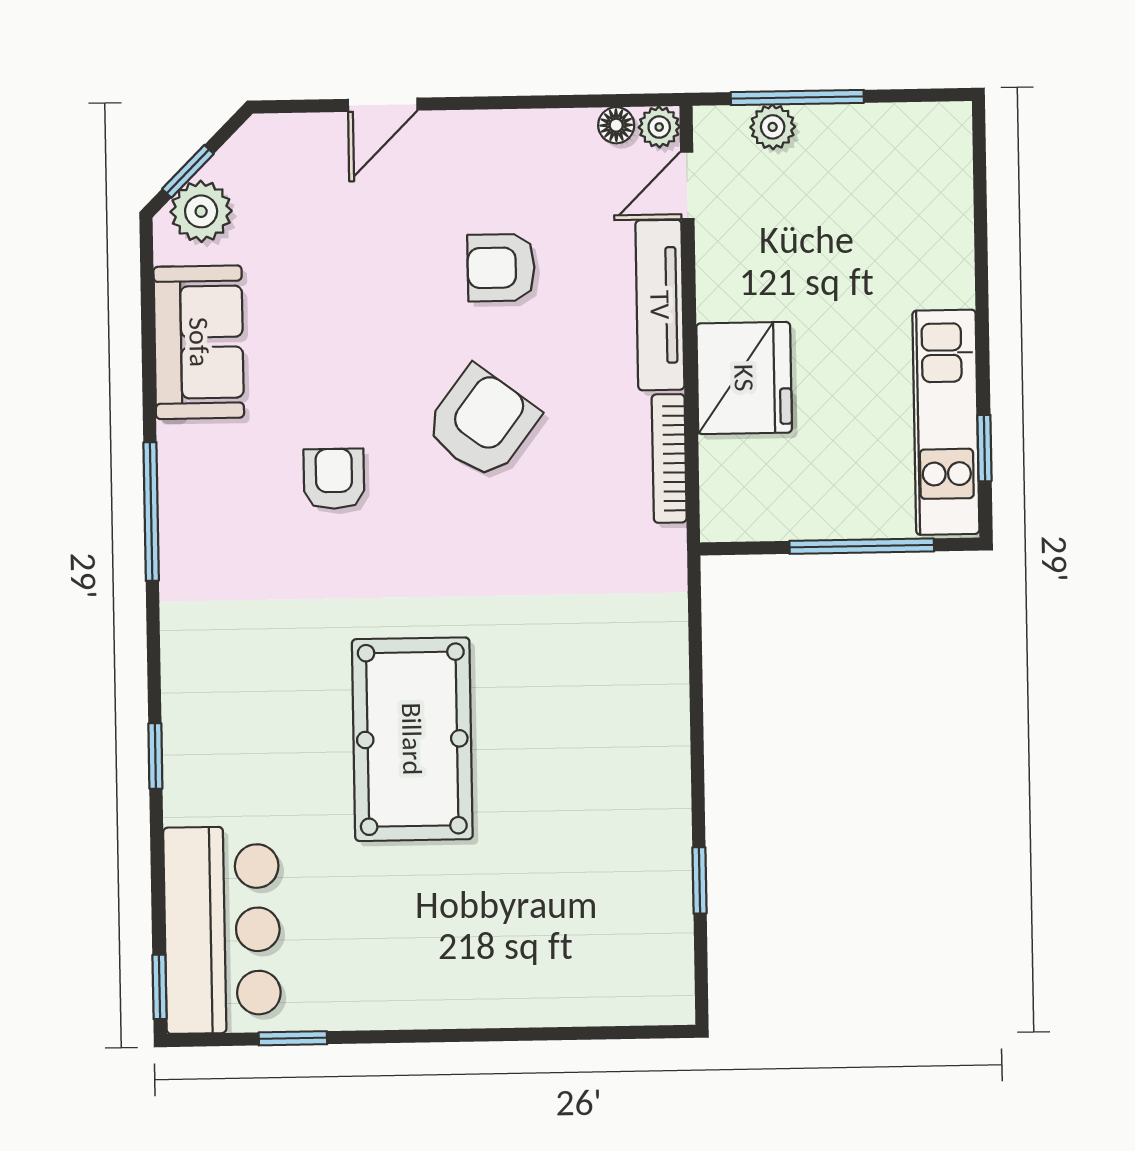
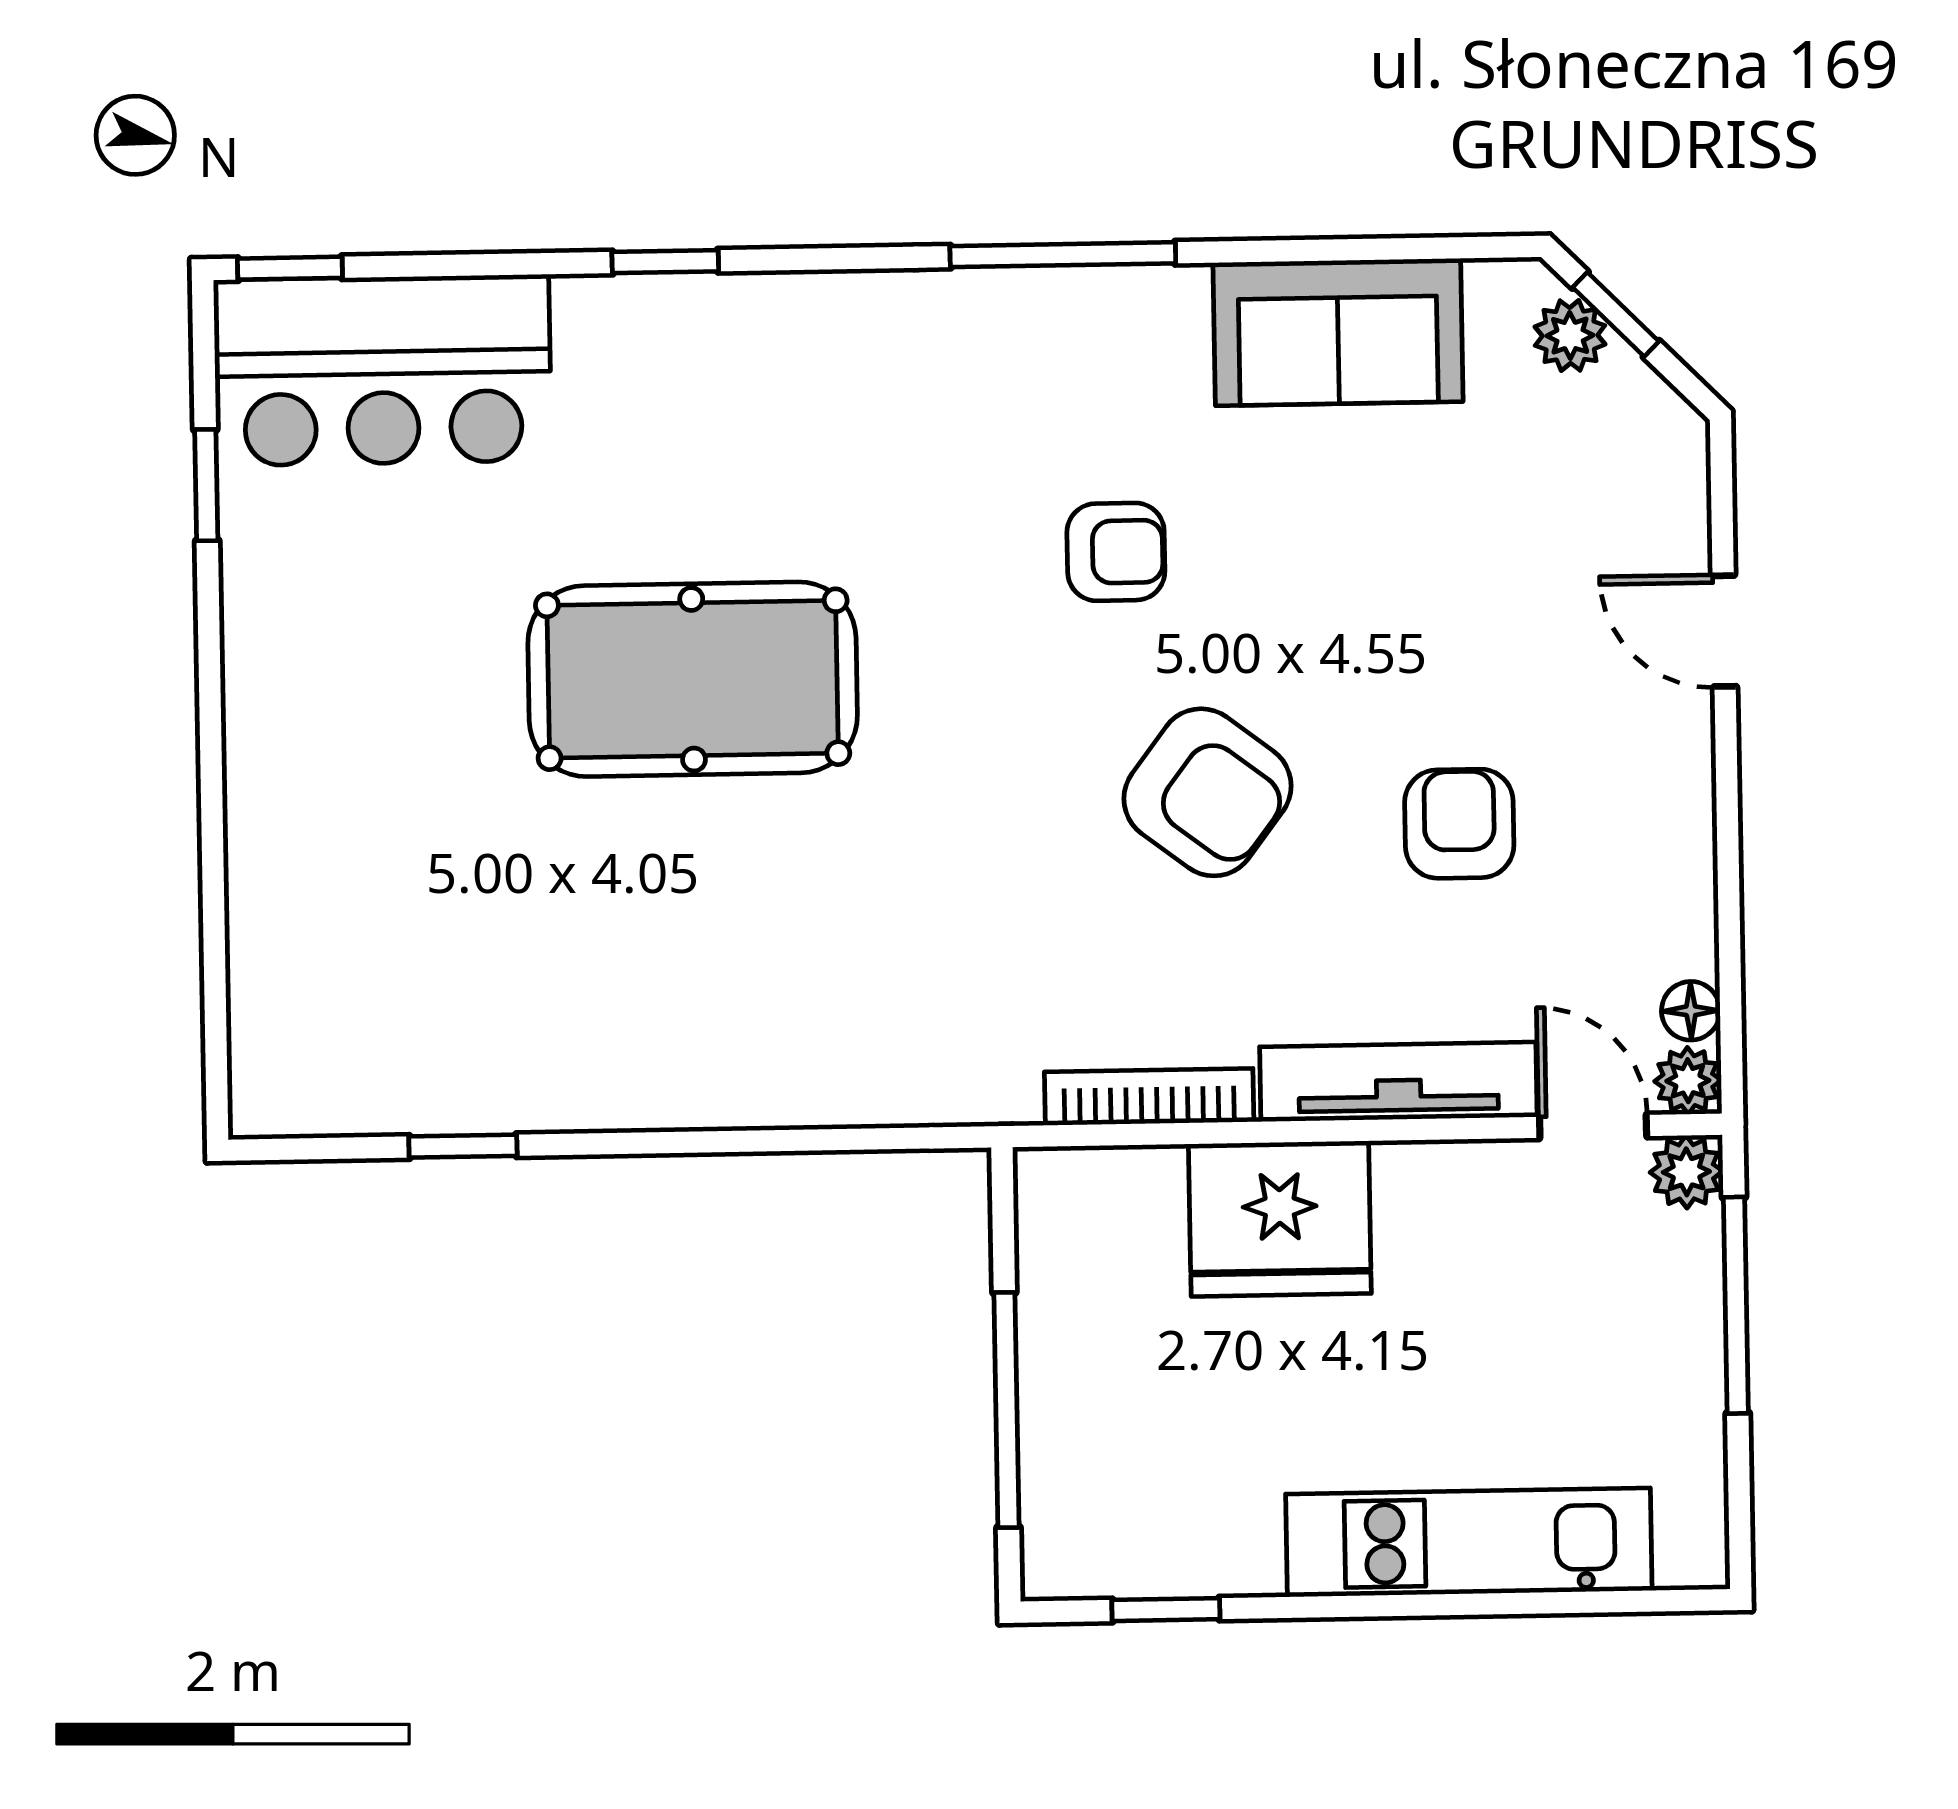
plant: (773, 127) -> (1686, 1172), moved
plant: (201, 211) -> (1570, 335), width x0.73, depth x0.73
kitchen unit: (946, 422) -> (1469, 1542), moved

